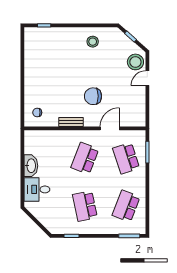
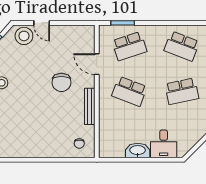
bench: (71, 122) -> (90, 106), width x1.36

